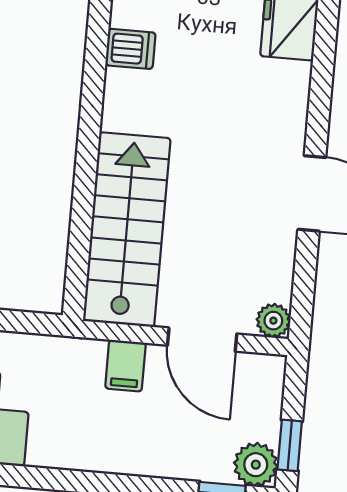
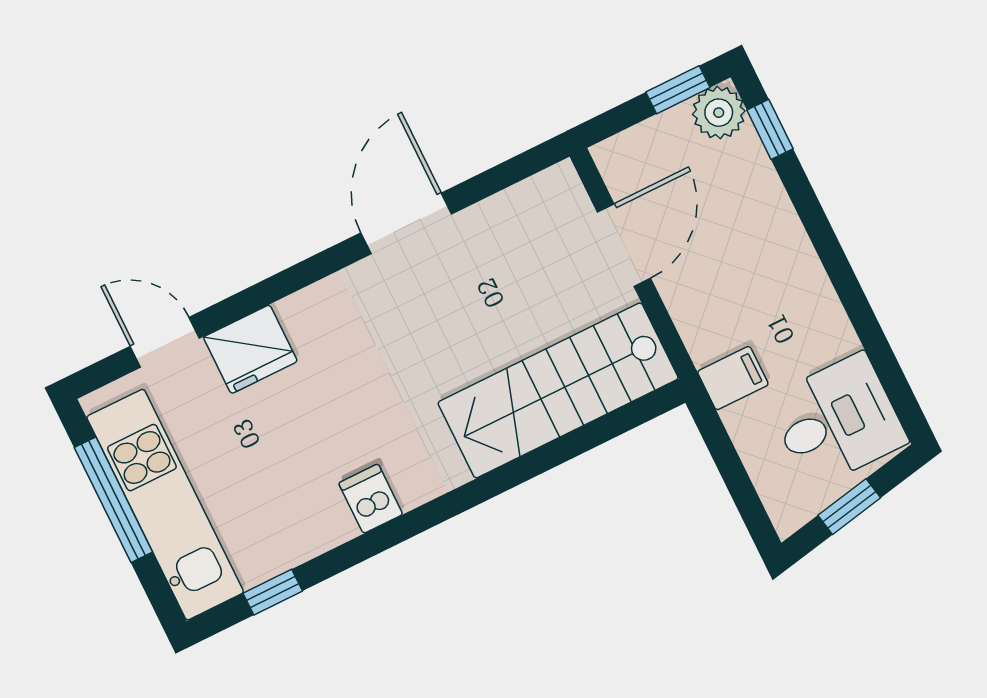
plant: (273, 321) -> (560, 184), removed
filing cabinet: (125, 366) -> (733, 378), moved

